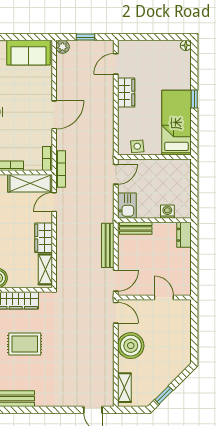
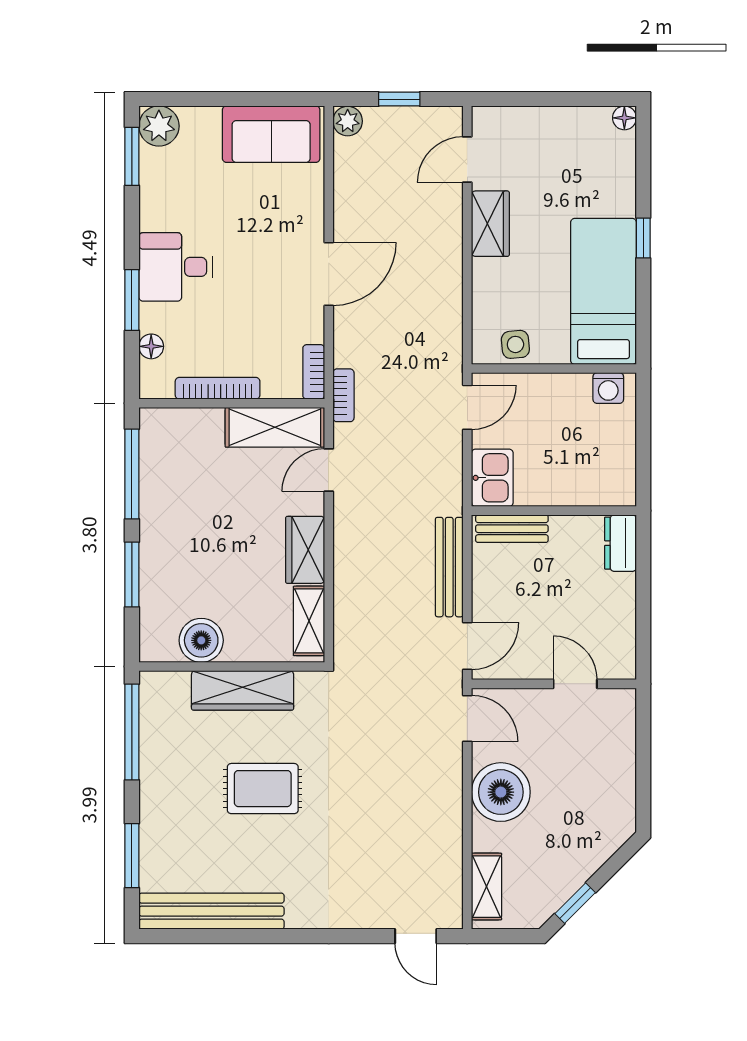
bookcase: (61, 169) -> (343, 395), width x0.64
washing machine: (167, 212) -> (608, 388), moved, turned 180

